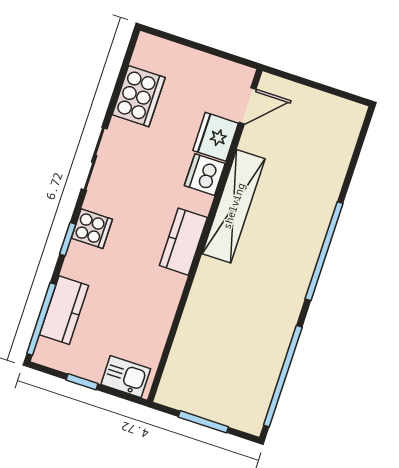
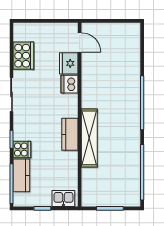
door: (248, 106) -> (80, 42), hinge flipped
shelving: (234, 206) -> (89, 138), moved
cooker: (92, 229) -> (22, 150), moved
kitchen counter: (183, 242) -> (70, 134), moved

